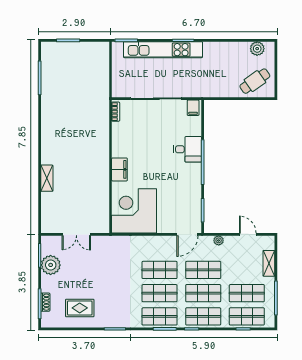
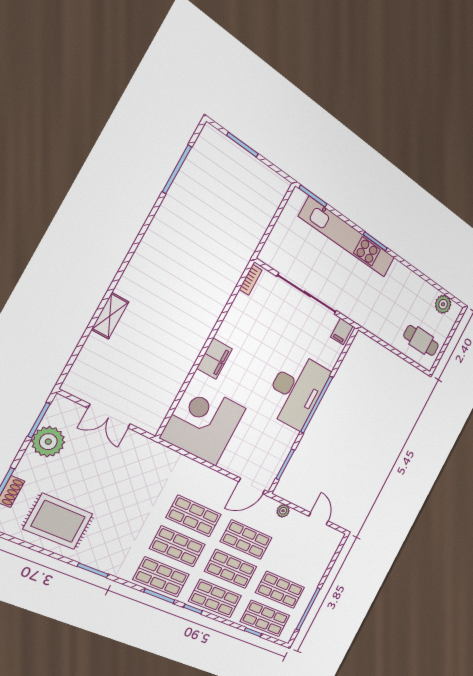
cafe table: (255, 81) -> (421, 341), turned 35
desk: (187, 149) -> (296, 390), width x1.87, depth x1.30
shelving: (269, 263) -> (322, 564), removed
rug: (80, 308) -> (58, 521), width x1.36, depth x1.43

